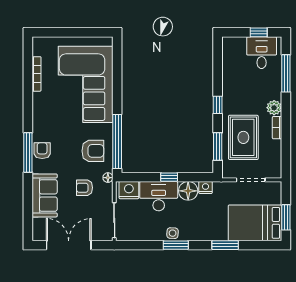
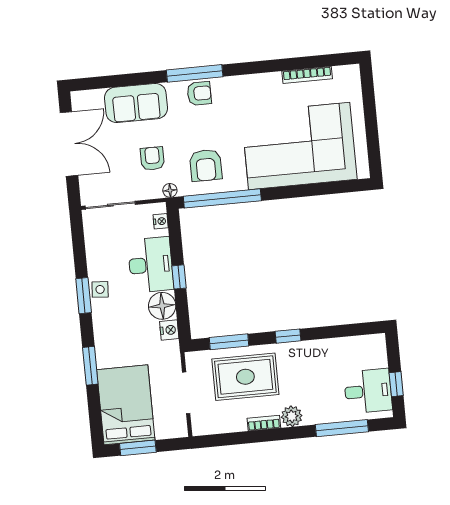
nightstand: (129, 190) -> (161, 221), width x0.53, depth x0.56

